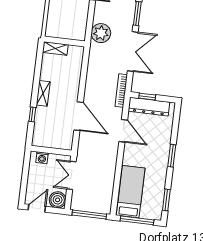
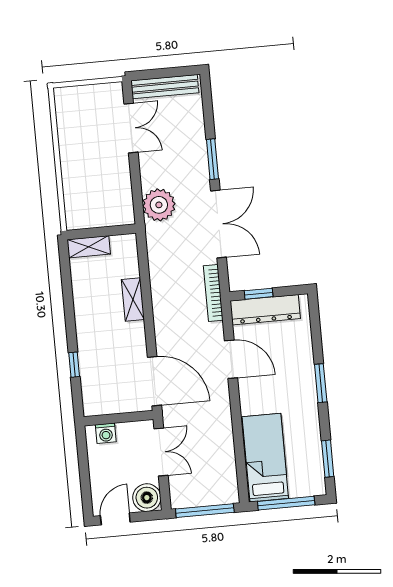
shelving: (43, 93) -> (133, 300), moved
door: (79, 116) -> (154, 381), moved
double door: (71, 175) -> (161, 452), swing flipped

